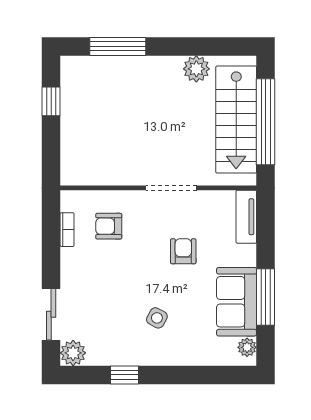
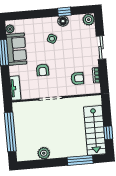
stairs: (236, 120) -> (95, 130), moved, turned 180
sliding door: (51, 314) -> (101, 48), moved
floor lamp: (129, 354) -> (63, 21), added

